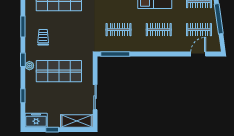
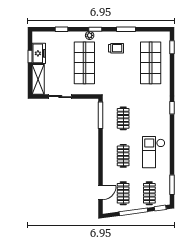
door: (198, 54) -> (100, 193), hinge flipped
freezer: (36, 120) -> (39, 53), moved

